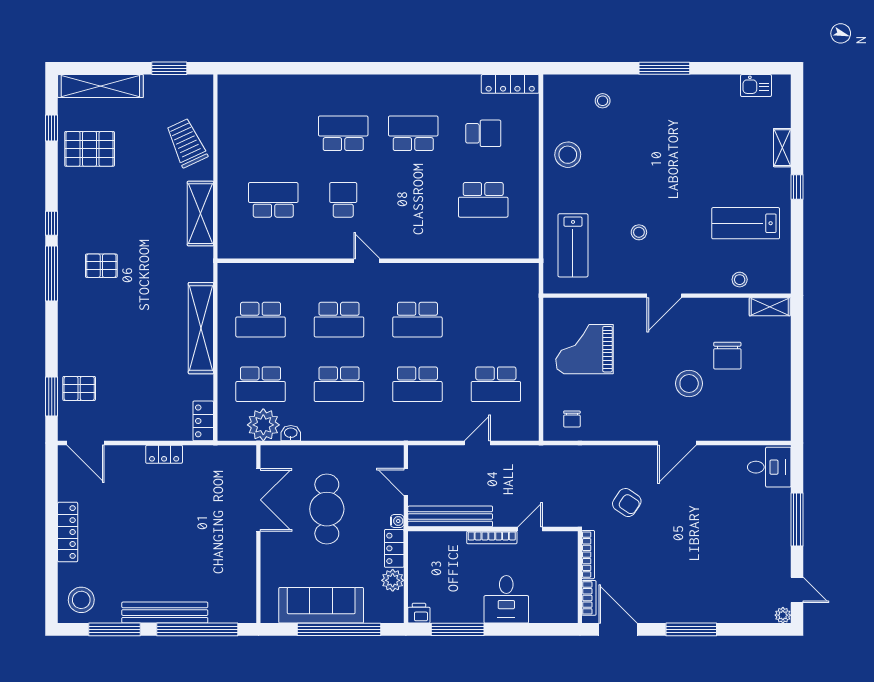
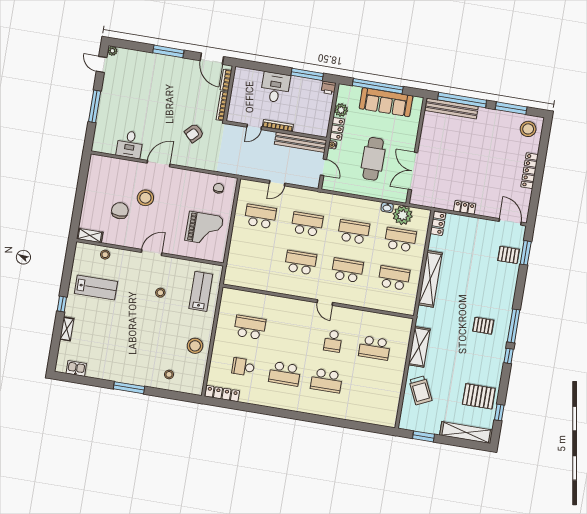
desk: (769, 467) -> (130, 144), moved, turned -90
armchair: (627, 503) -> (194, 133), turned -79
bench: (165, 613) -> (452, 109), moved

